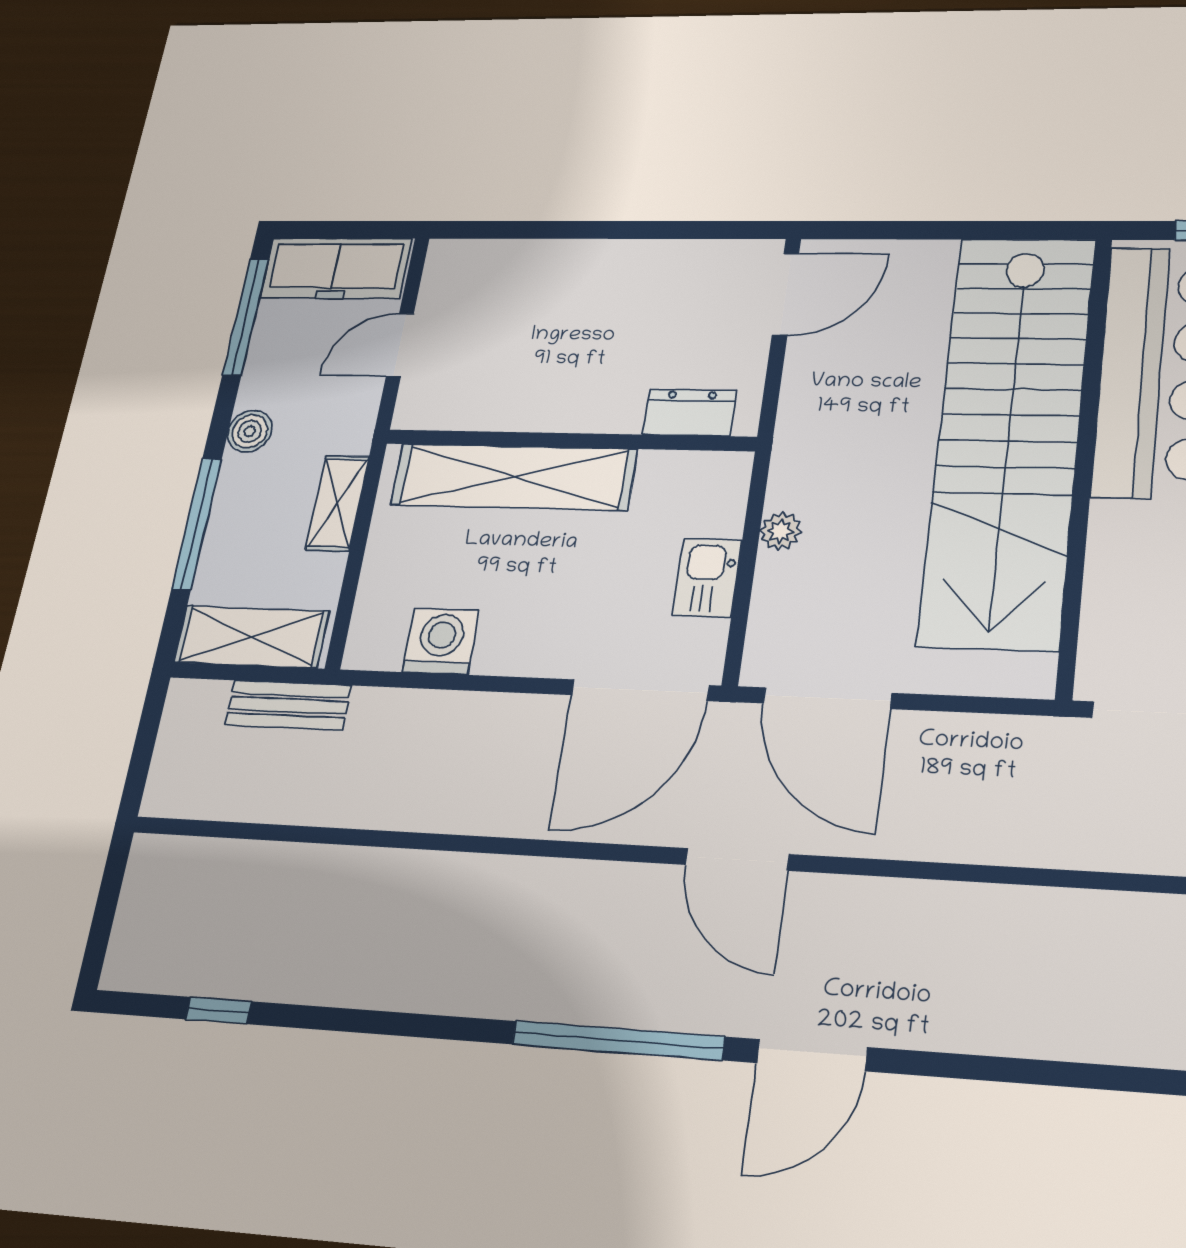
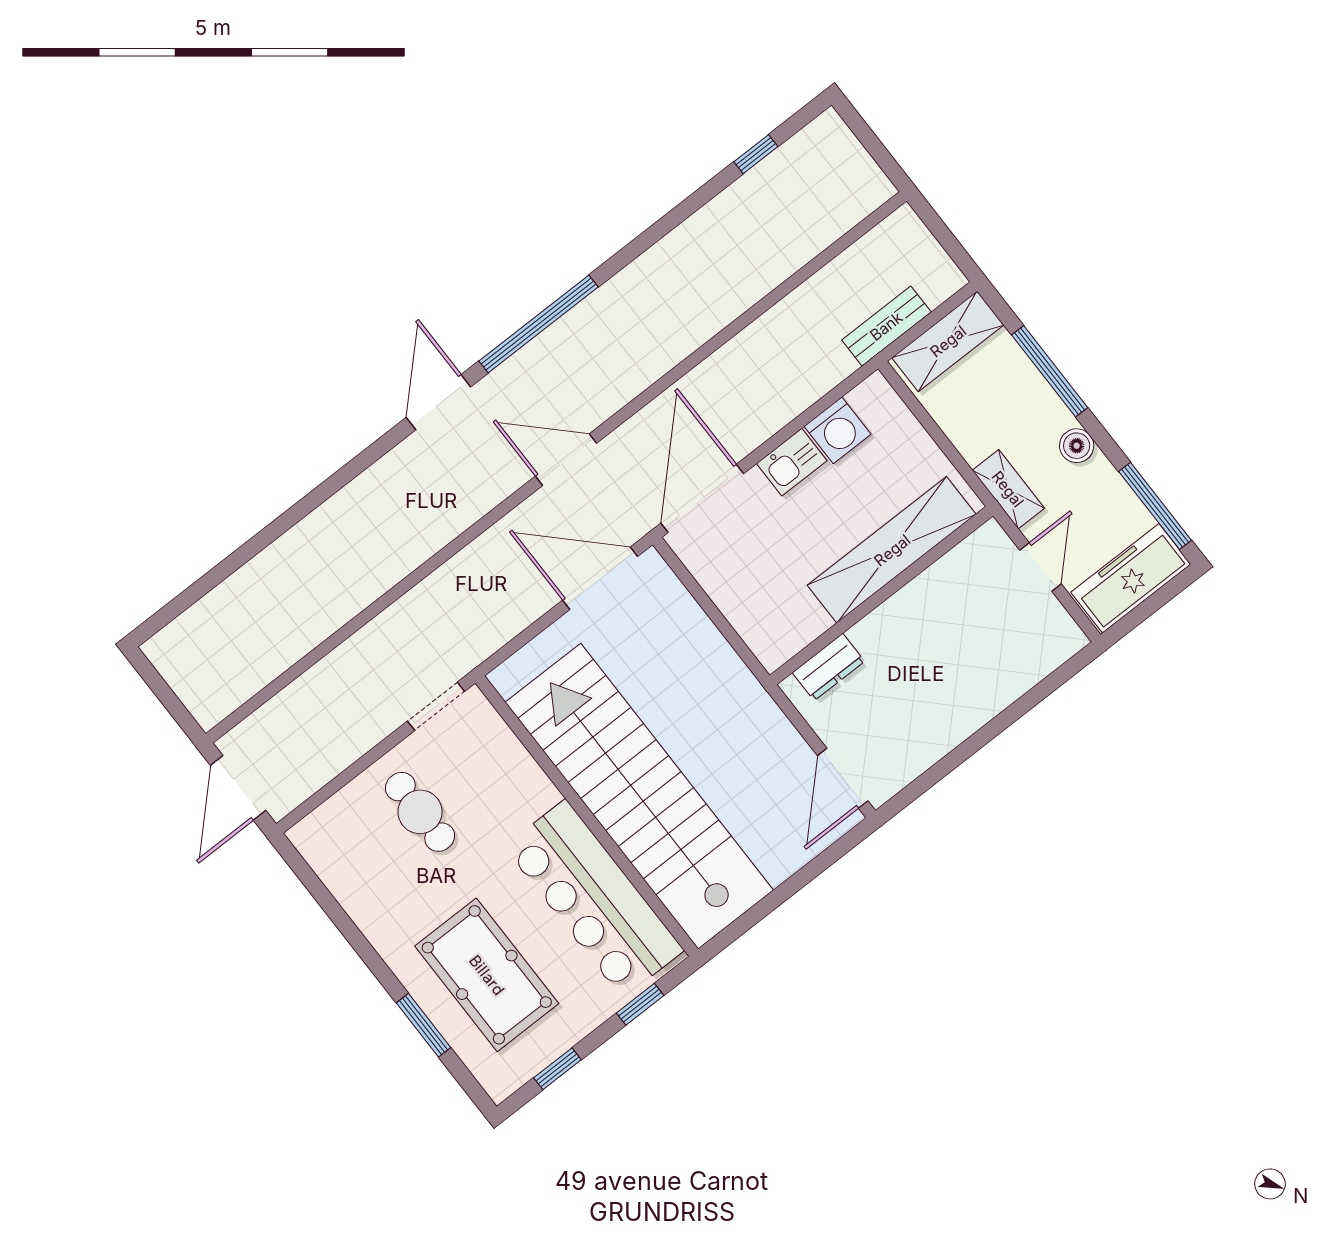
shelving: (337, 503) -> (1008, 489), moved
plant: (781, 531) -> (712, 644), removed
kitchen sink: (707, 578) -> (792, 462), moved, turned 90

